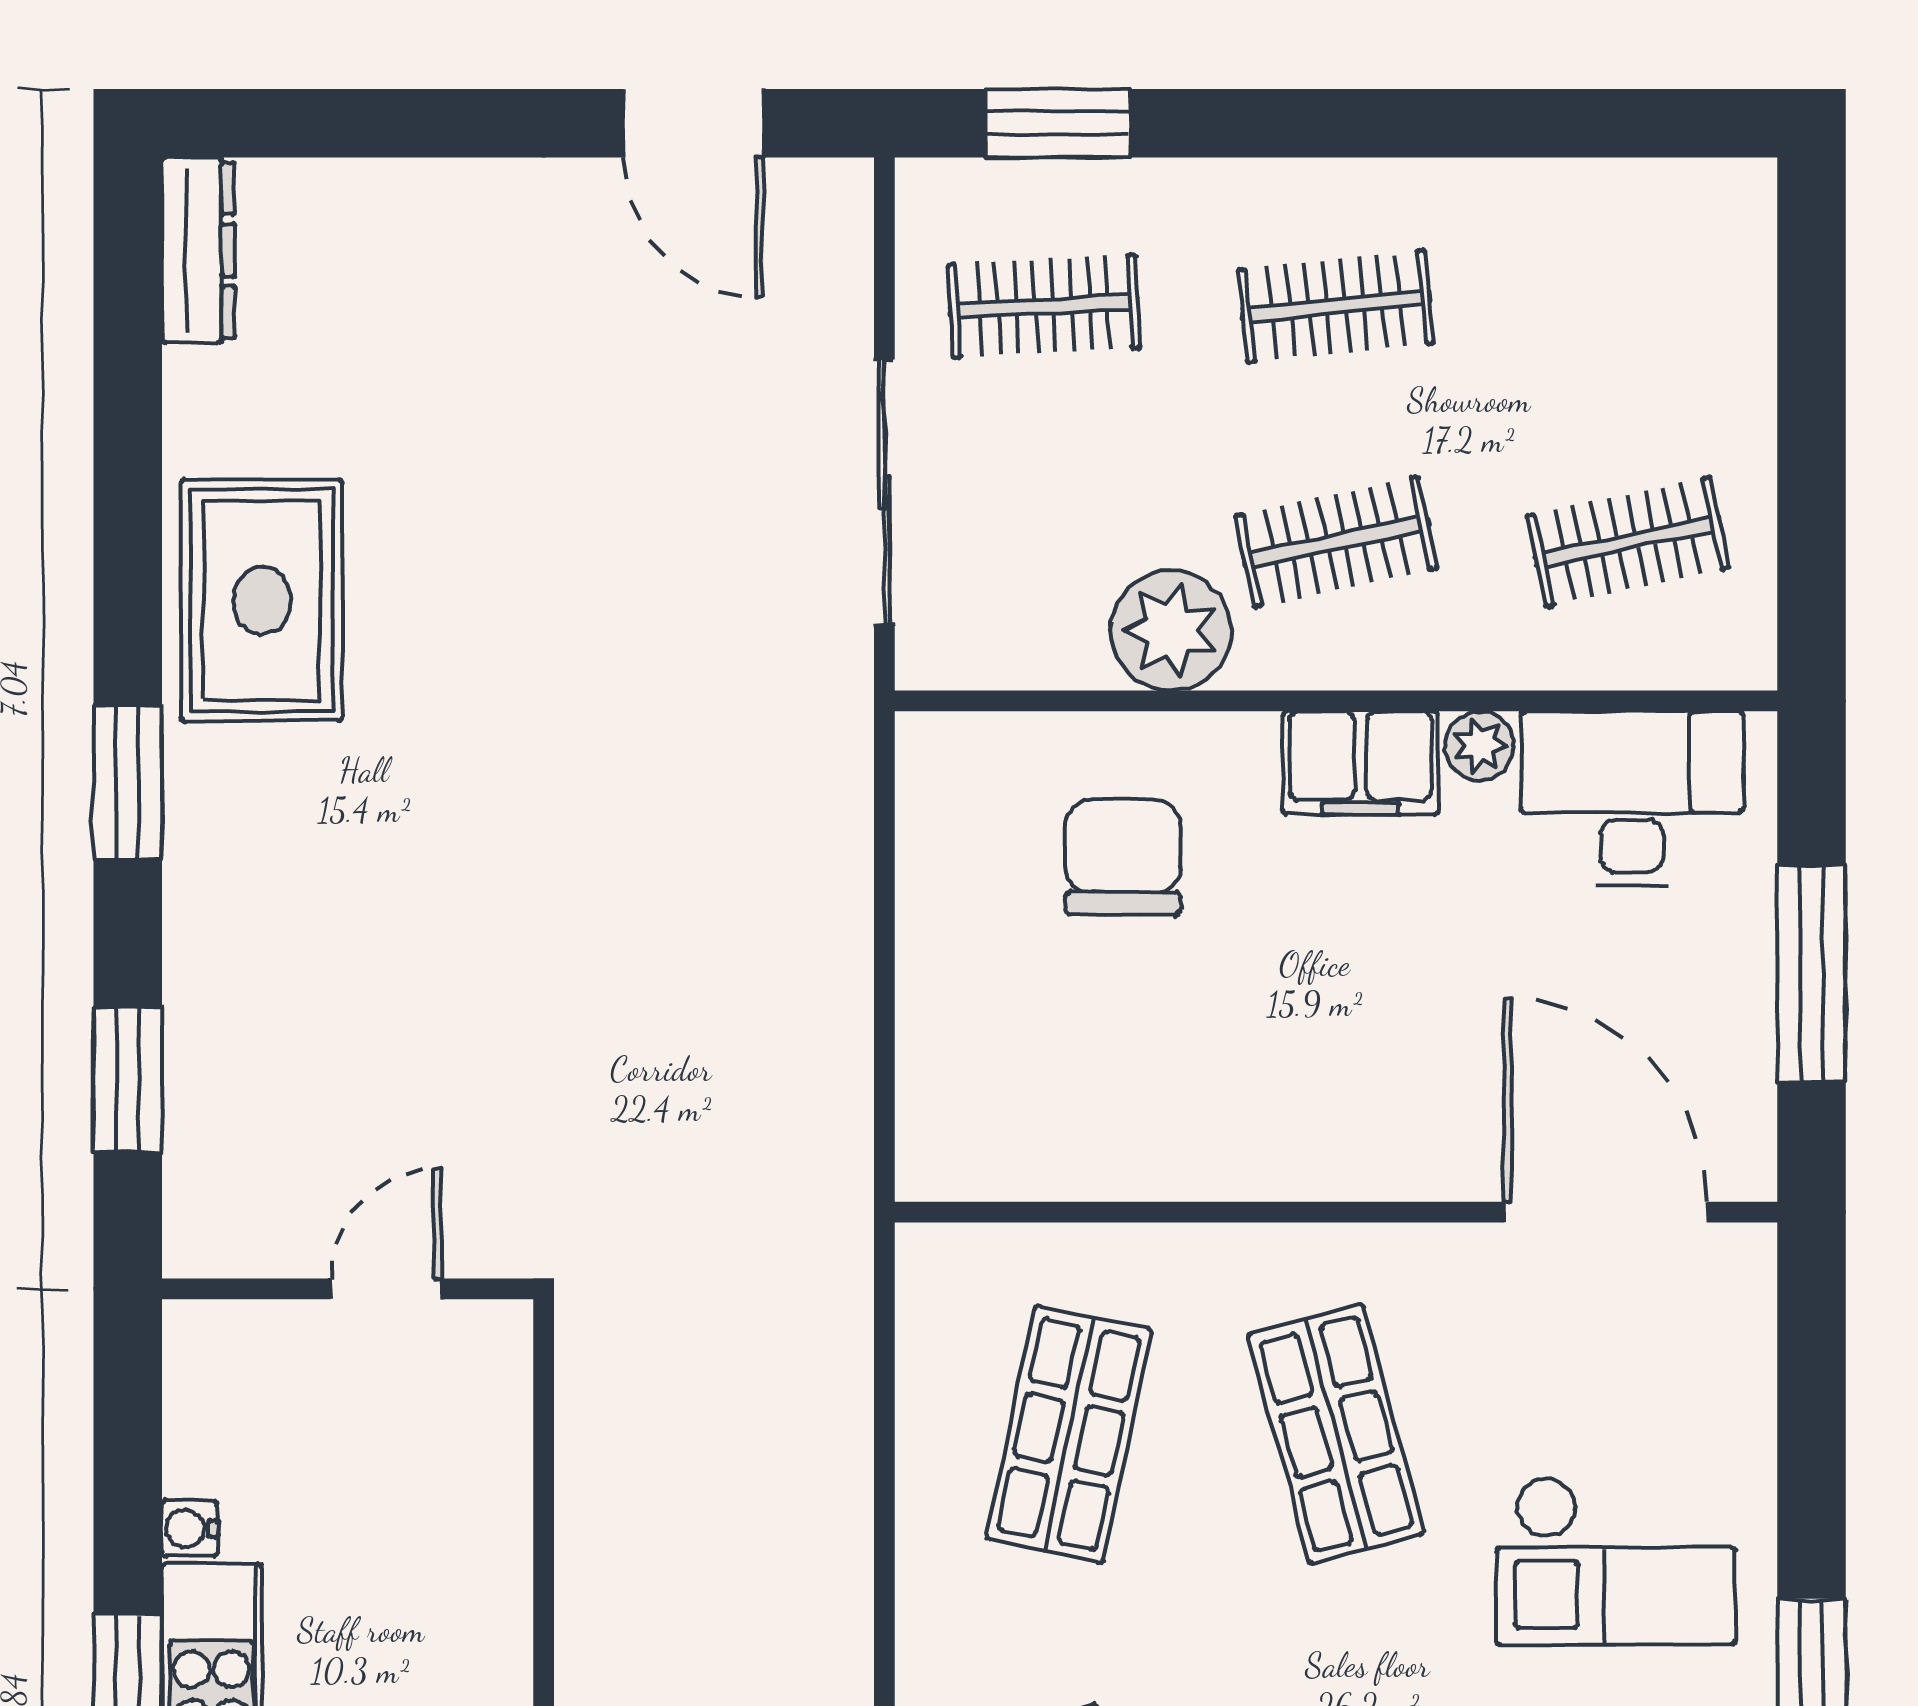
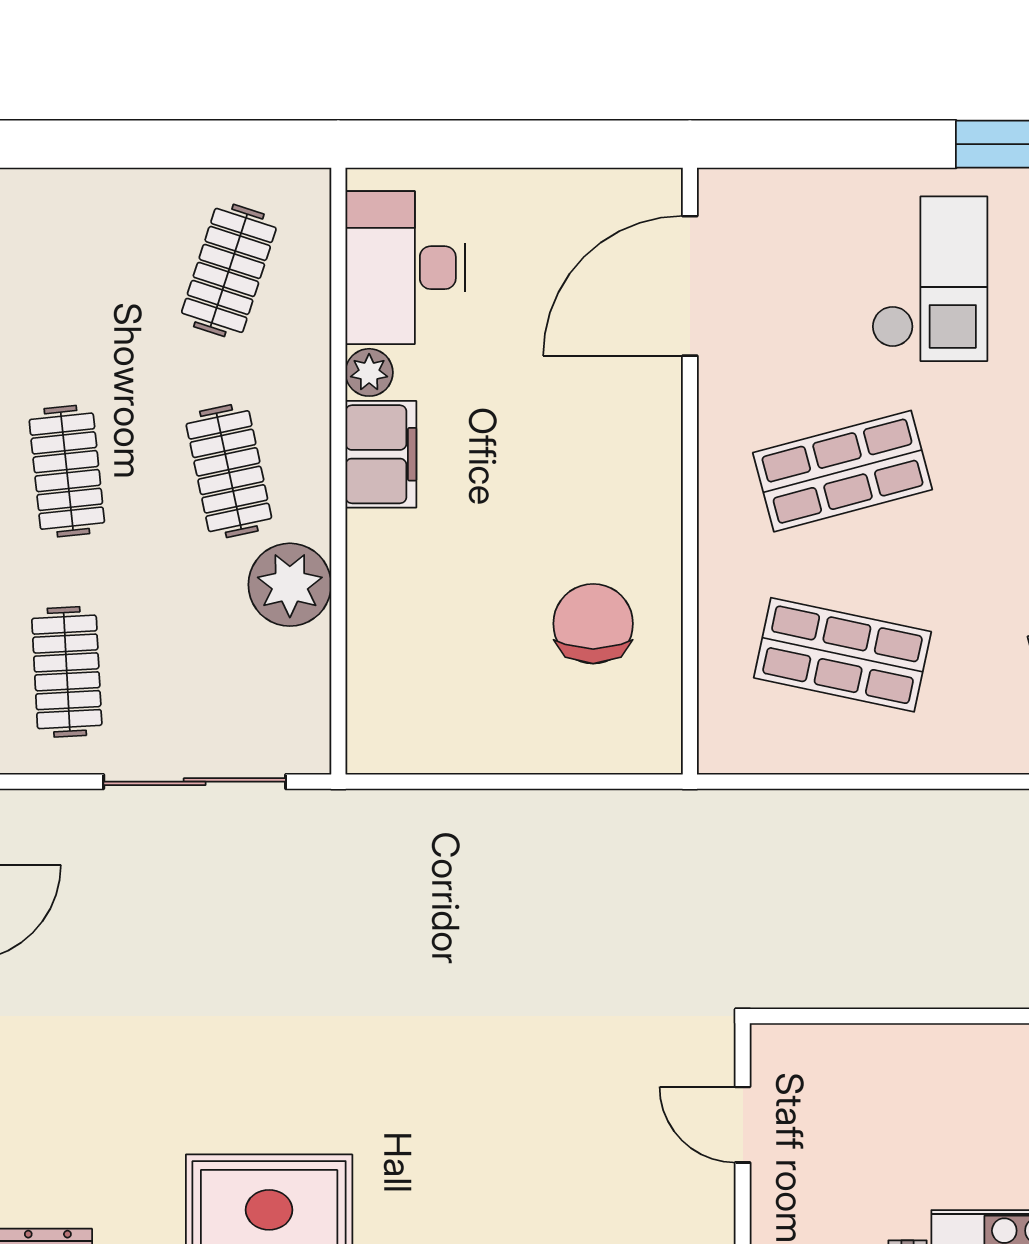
clothes rail: (1628, 542) -> (229, 270), turned 30
chair: (1123, 857) -> (593, 624), moved, turned 90
window: (1811, 974) -> (526, 144), removed

